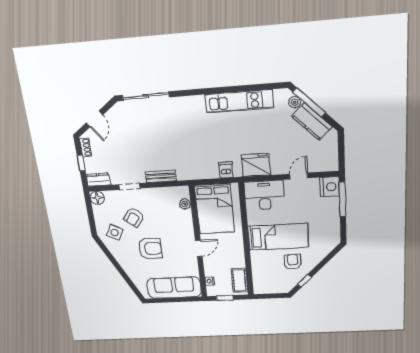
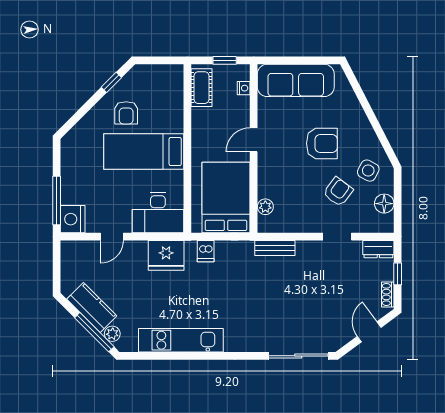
bench: (161, 176) -> (275, 248), moved
floor lamp: (97, 198) -> (384, 204), moved
armchair: (150, 249) -> (322, 143), turned 180

